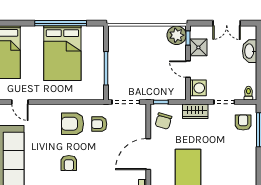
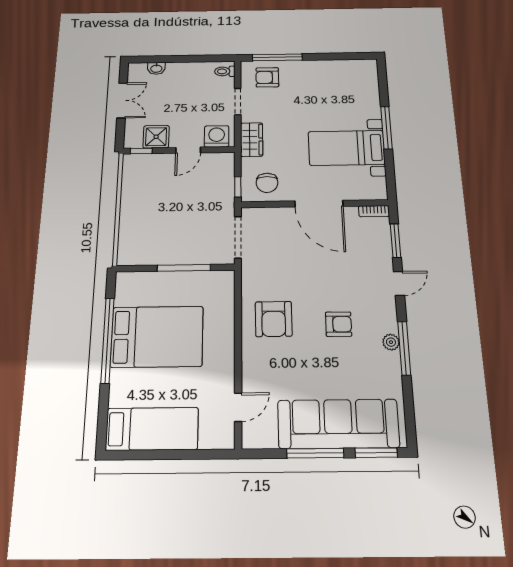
plant: (177, 35) -> (136, 166), removed
washbasin: (250, 51) -> (156, 68), width x0.52, depth x0.69
chair: (163, 121) -> (267, 183), turned 74
armchair: (99, 124) -> (273, 277), removed

